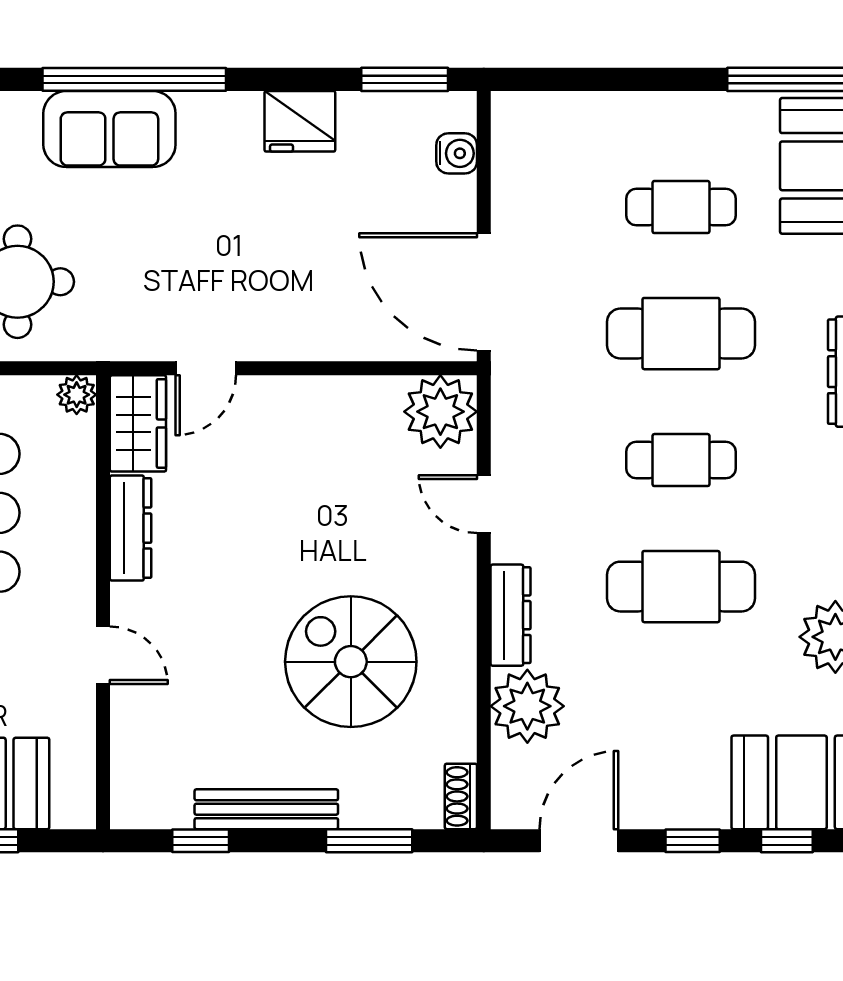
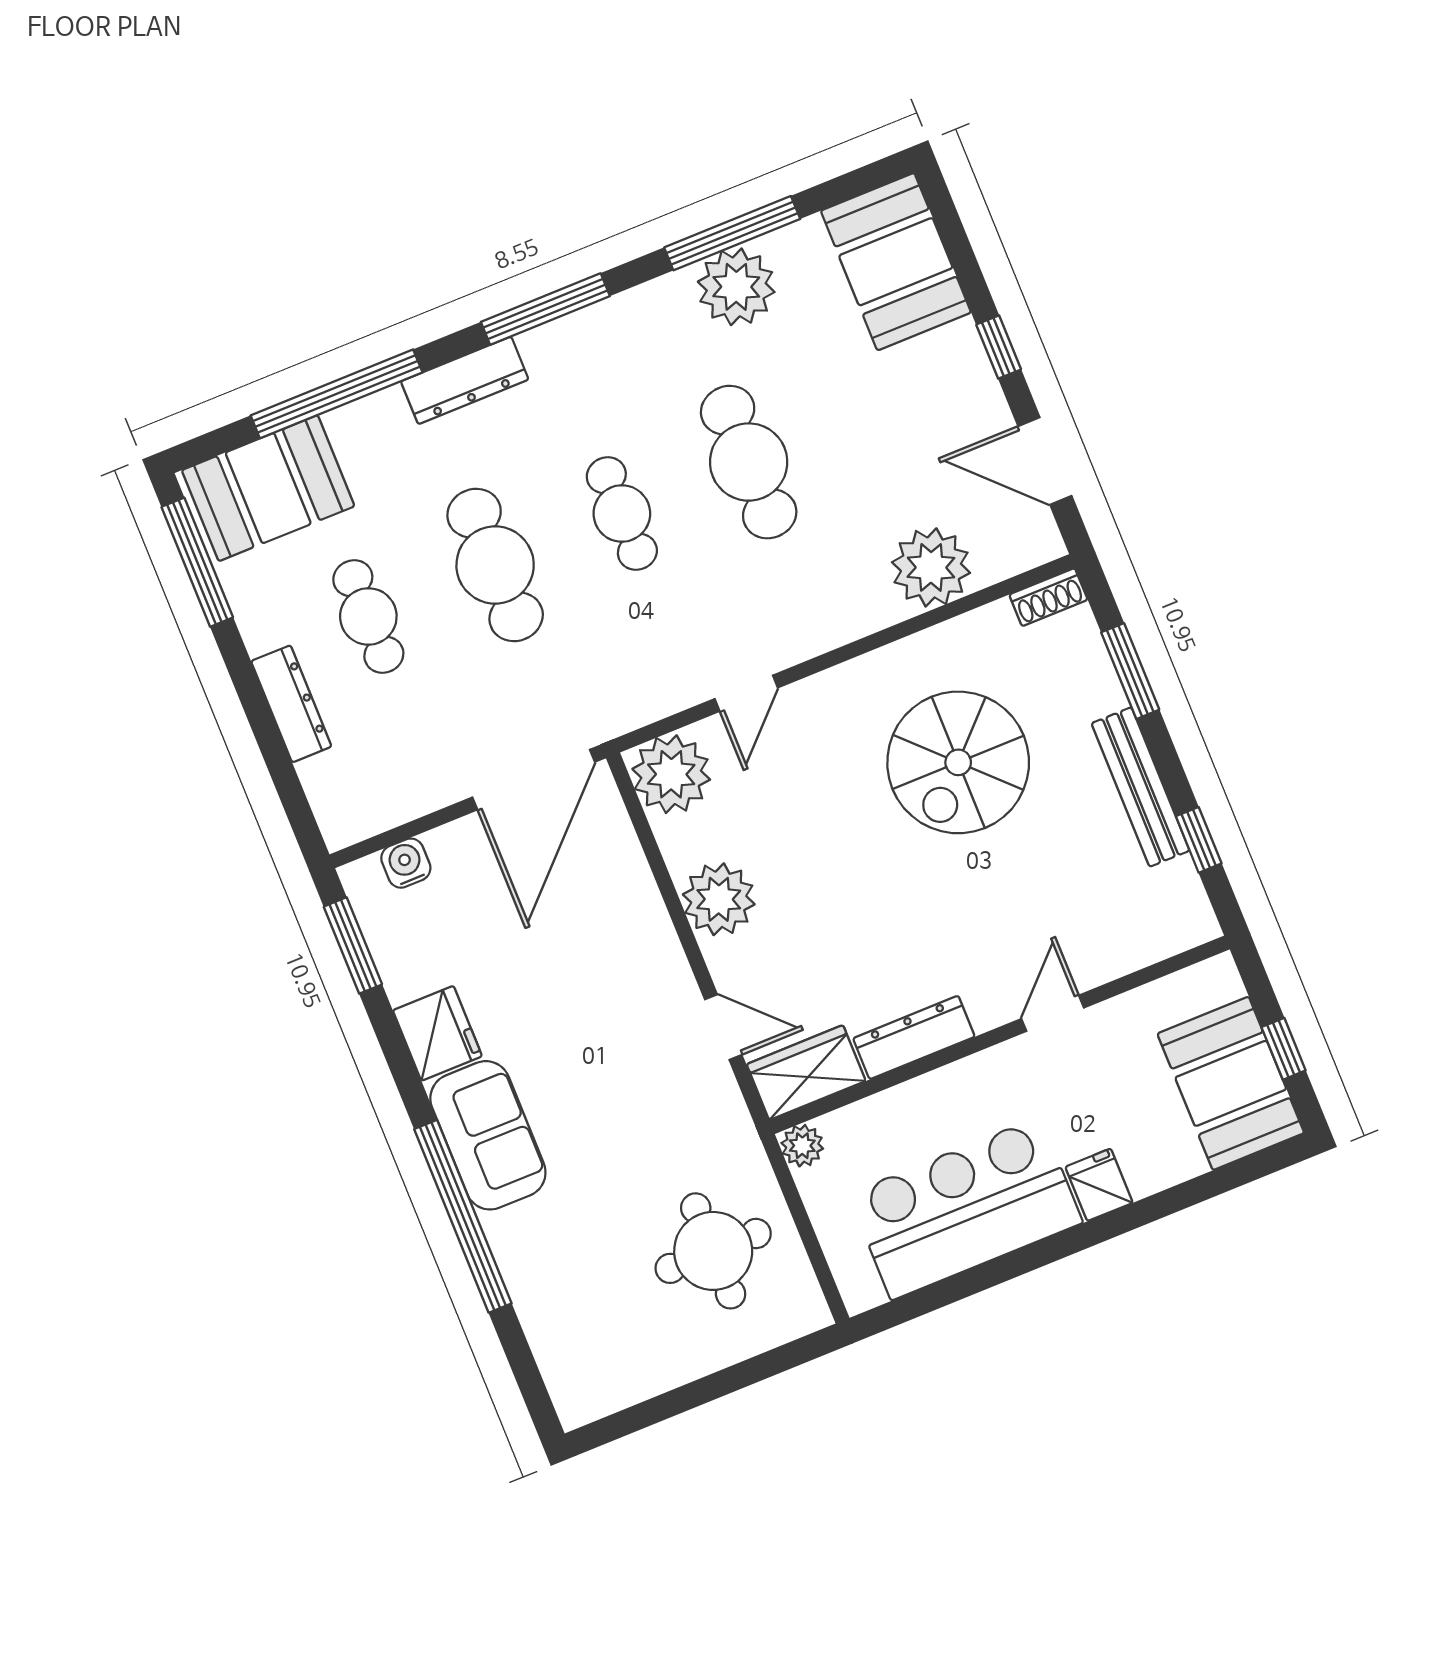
sofa: (109, 129) -> (488, 1135), moved
plant: (317, 409) -> (719, 899), added
dresser: (510, 615) -> (291, 704), moved, turned 90
window: (787, 841) -> (960, 253), removed

